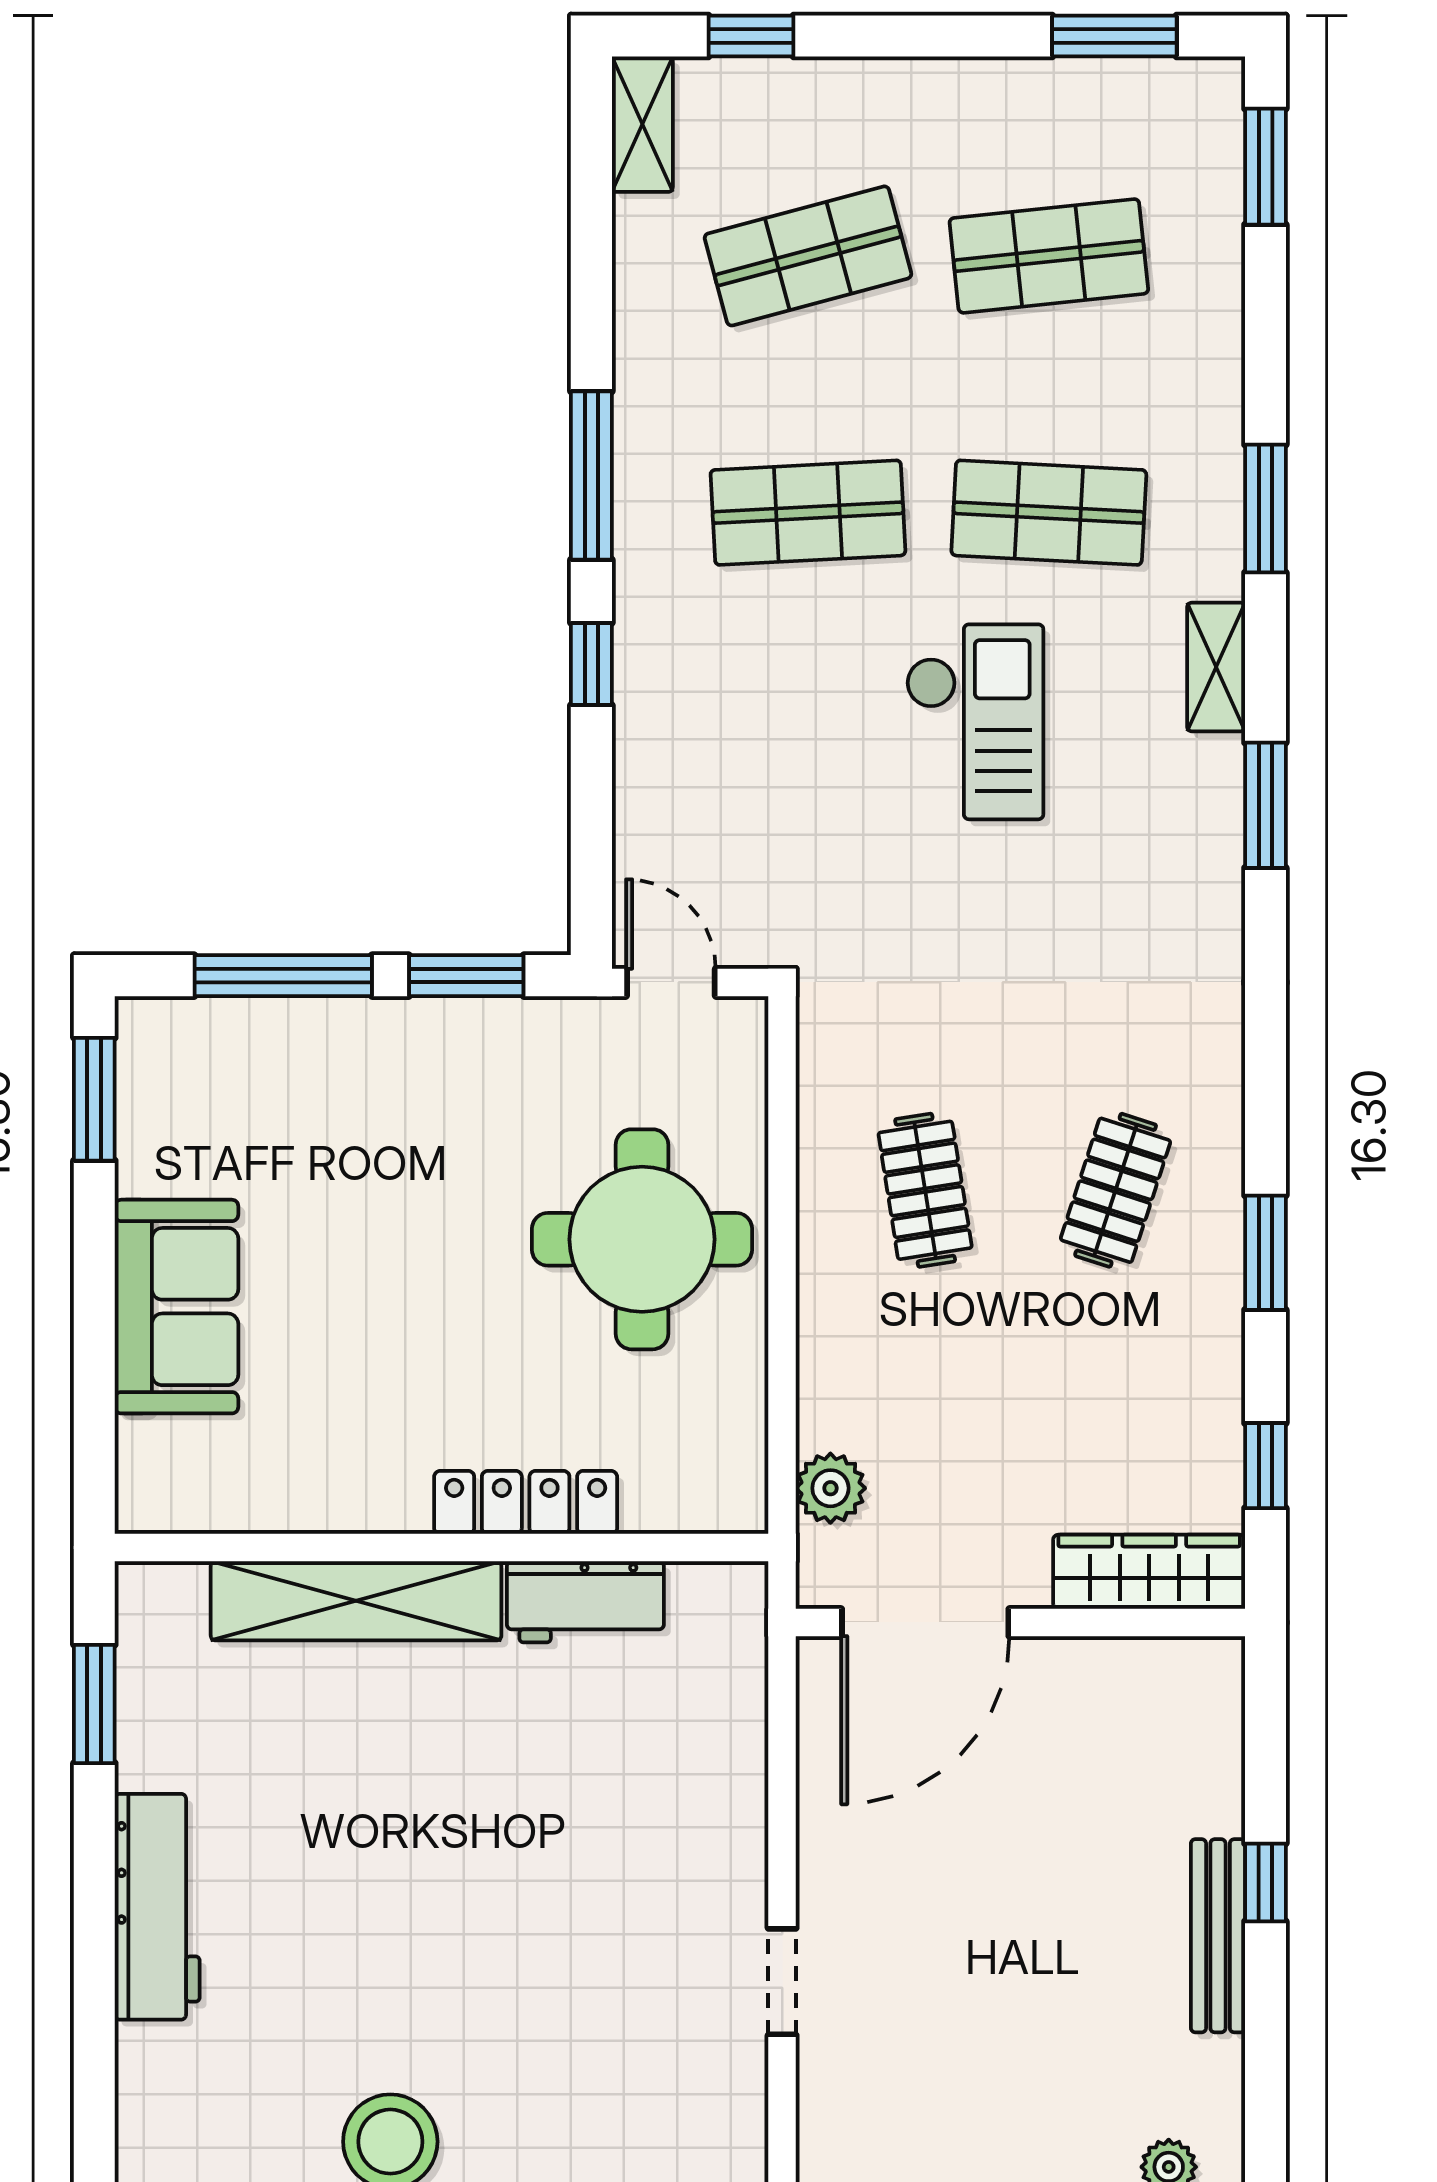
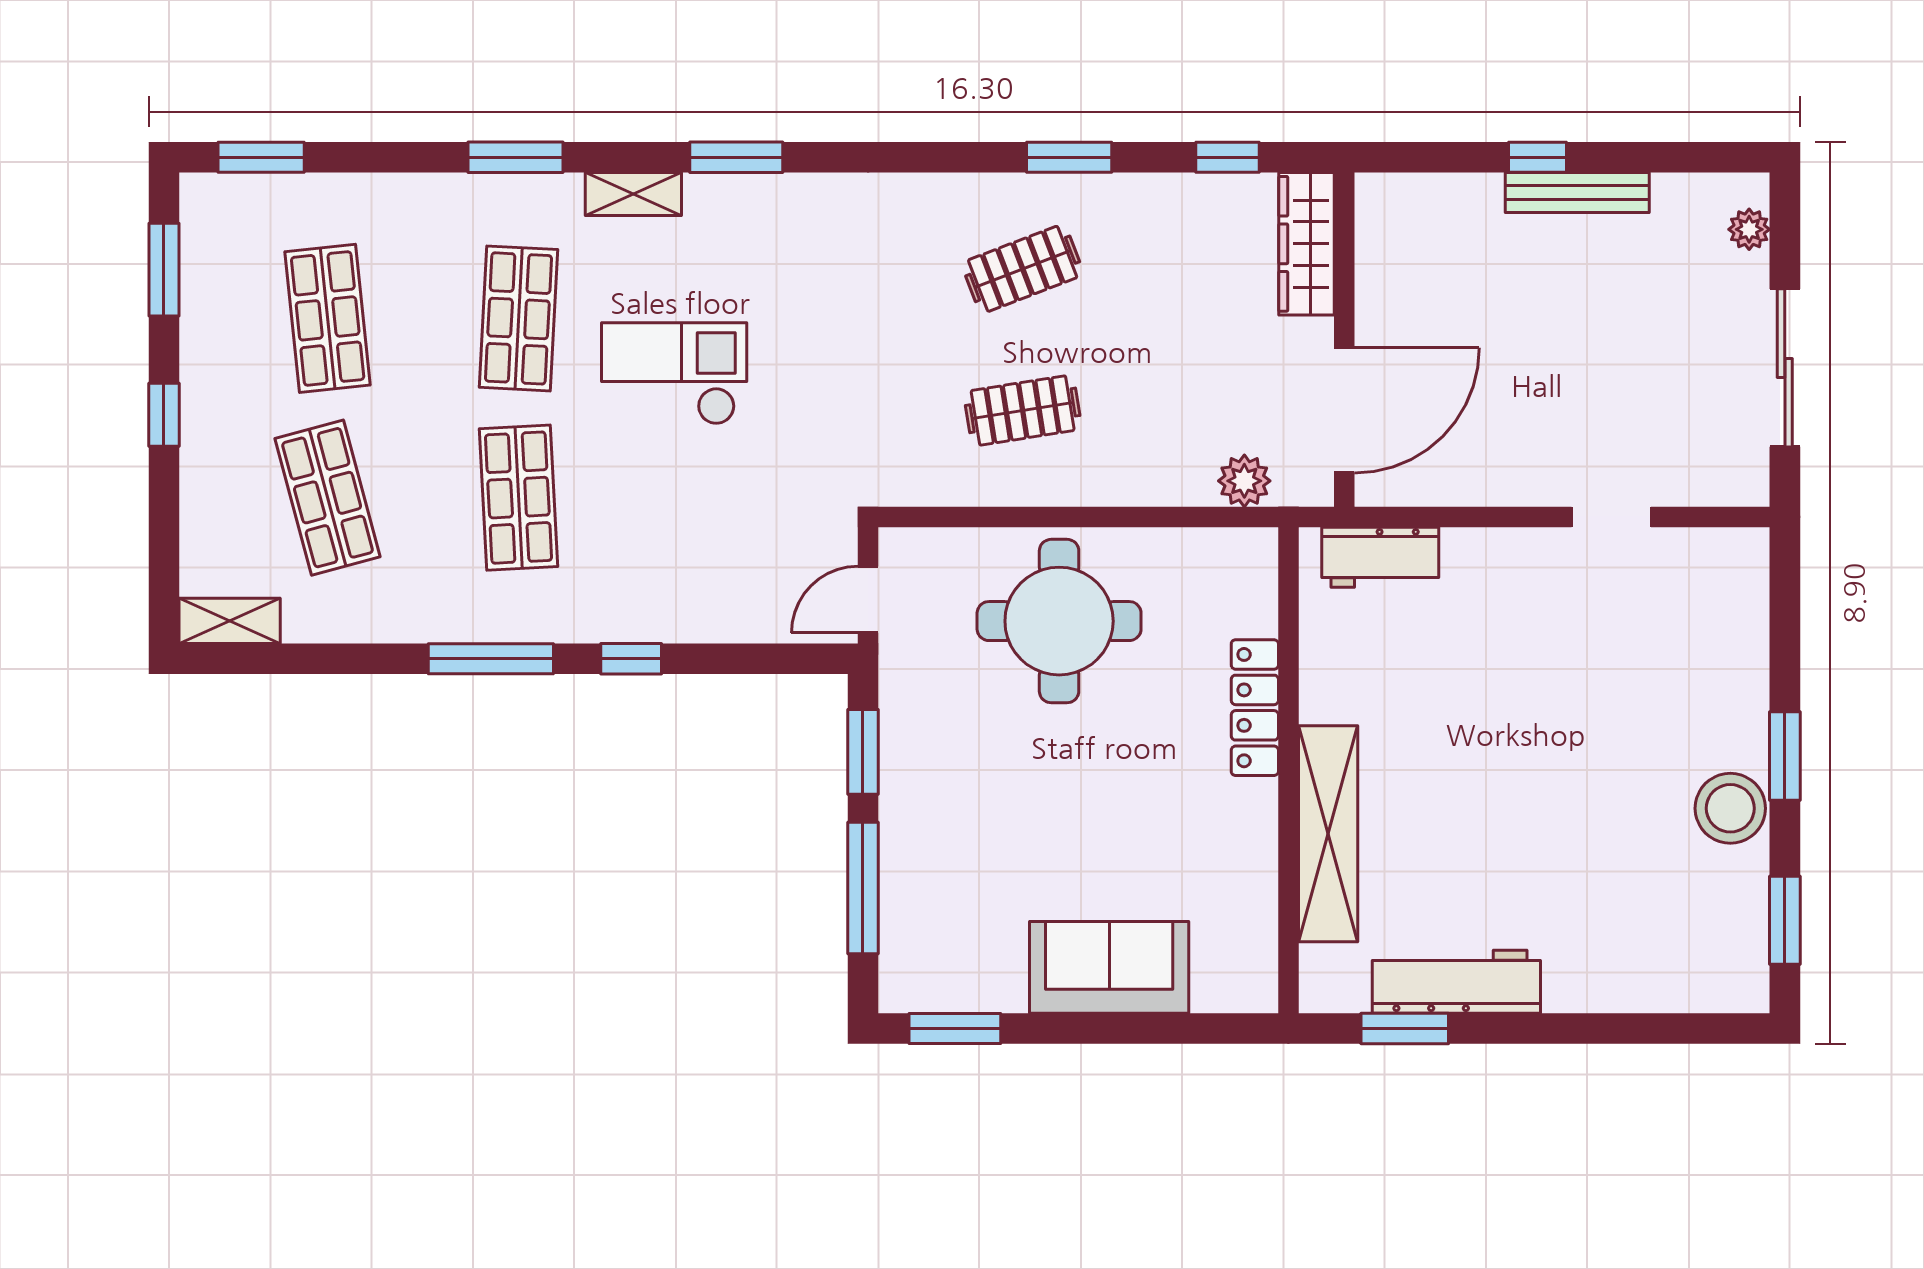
window: (751, 36) -> (164, 415), moved
clothes rail: (1116, 1190) -> (1023, 269), turned -39
workbench: (585, 1602) -> (1380, 557), moved, turned 90
door: (925, 1622) -> (1344, 410), hinge flipped
workbench: (157, 1907) -> (1456, 982), moved

